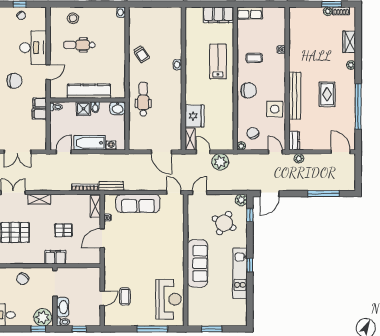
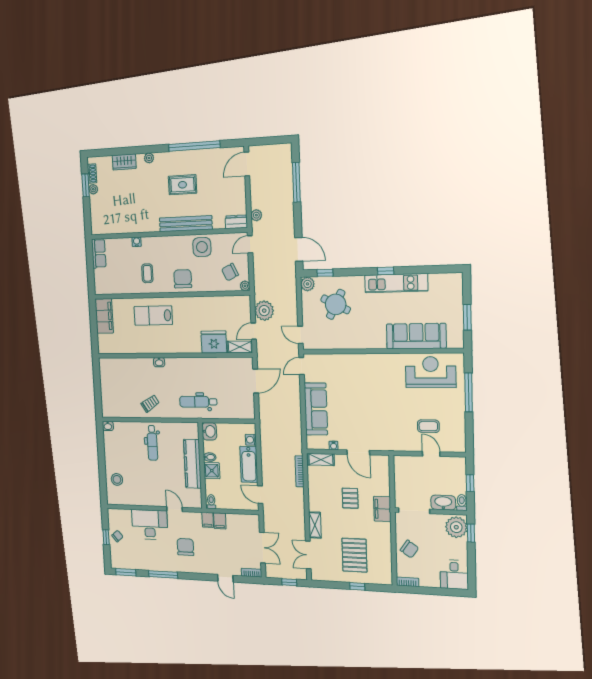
row of seats: (250, 13) -> (99, 253), moved
dental chair: (79, 45) -> (152, 443), moved
bench: (111, 186) -> (297, 440), removed
sofa: (197, 263) -> (416, 336), moved

